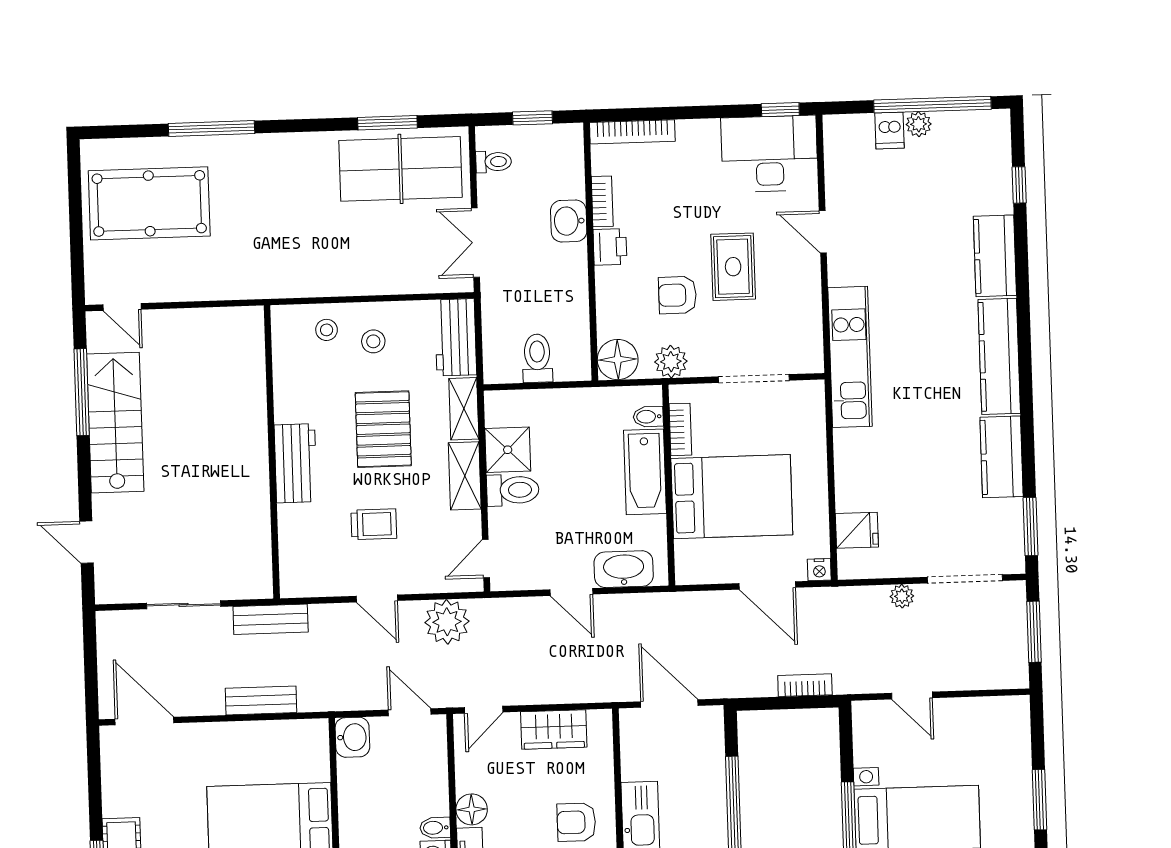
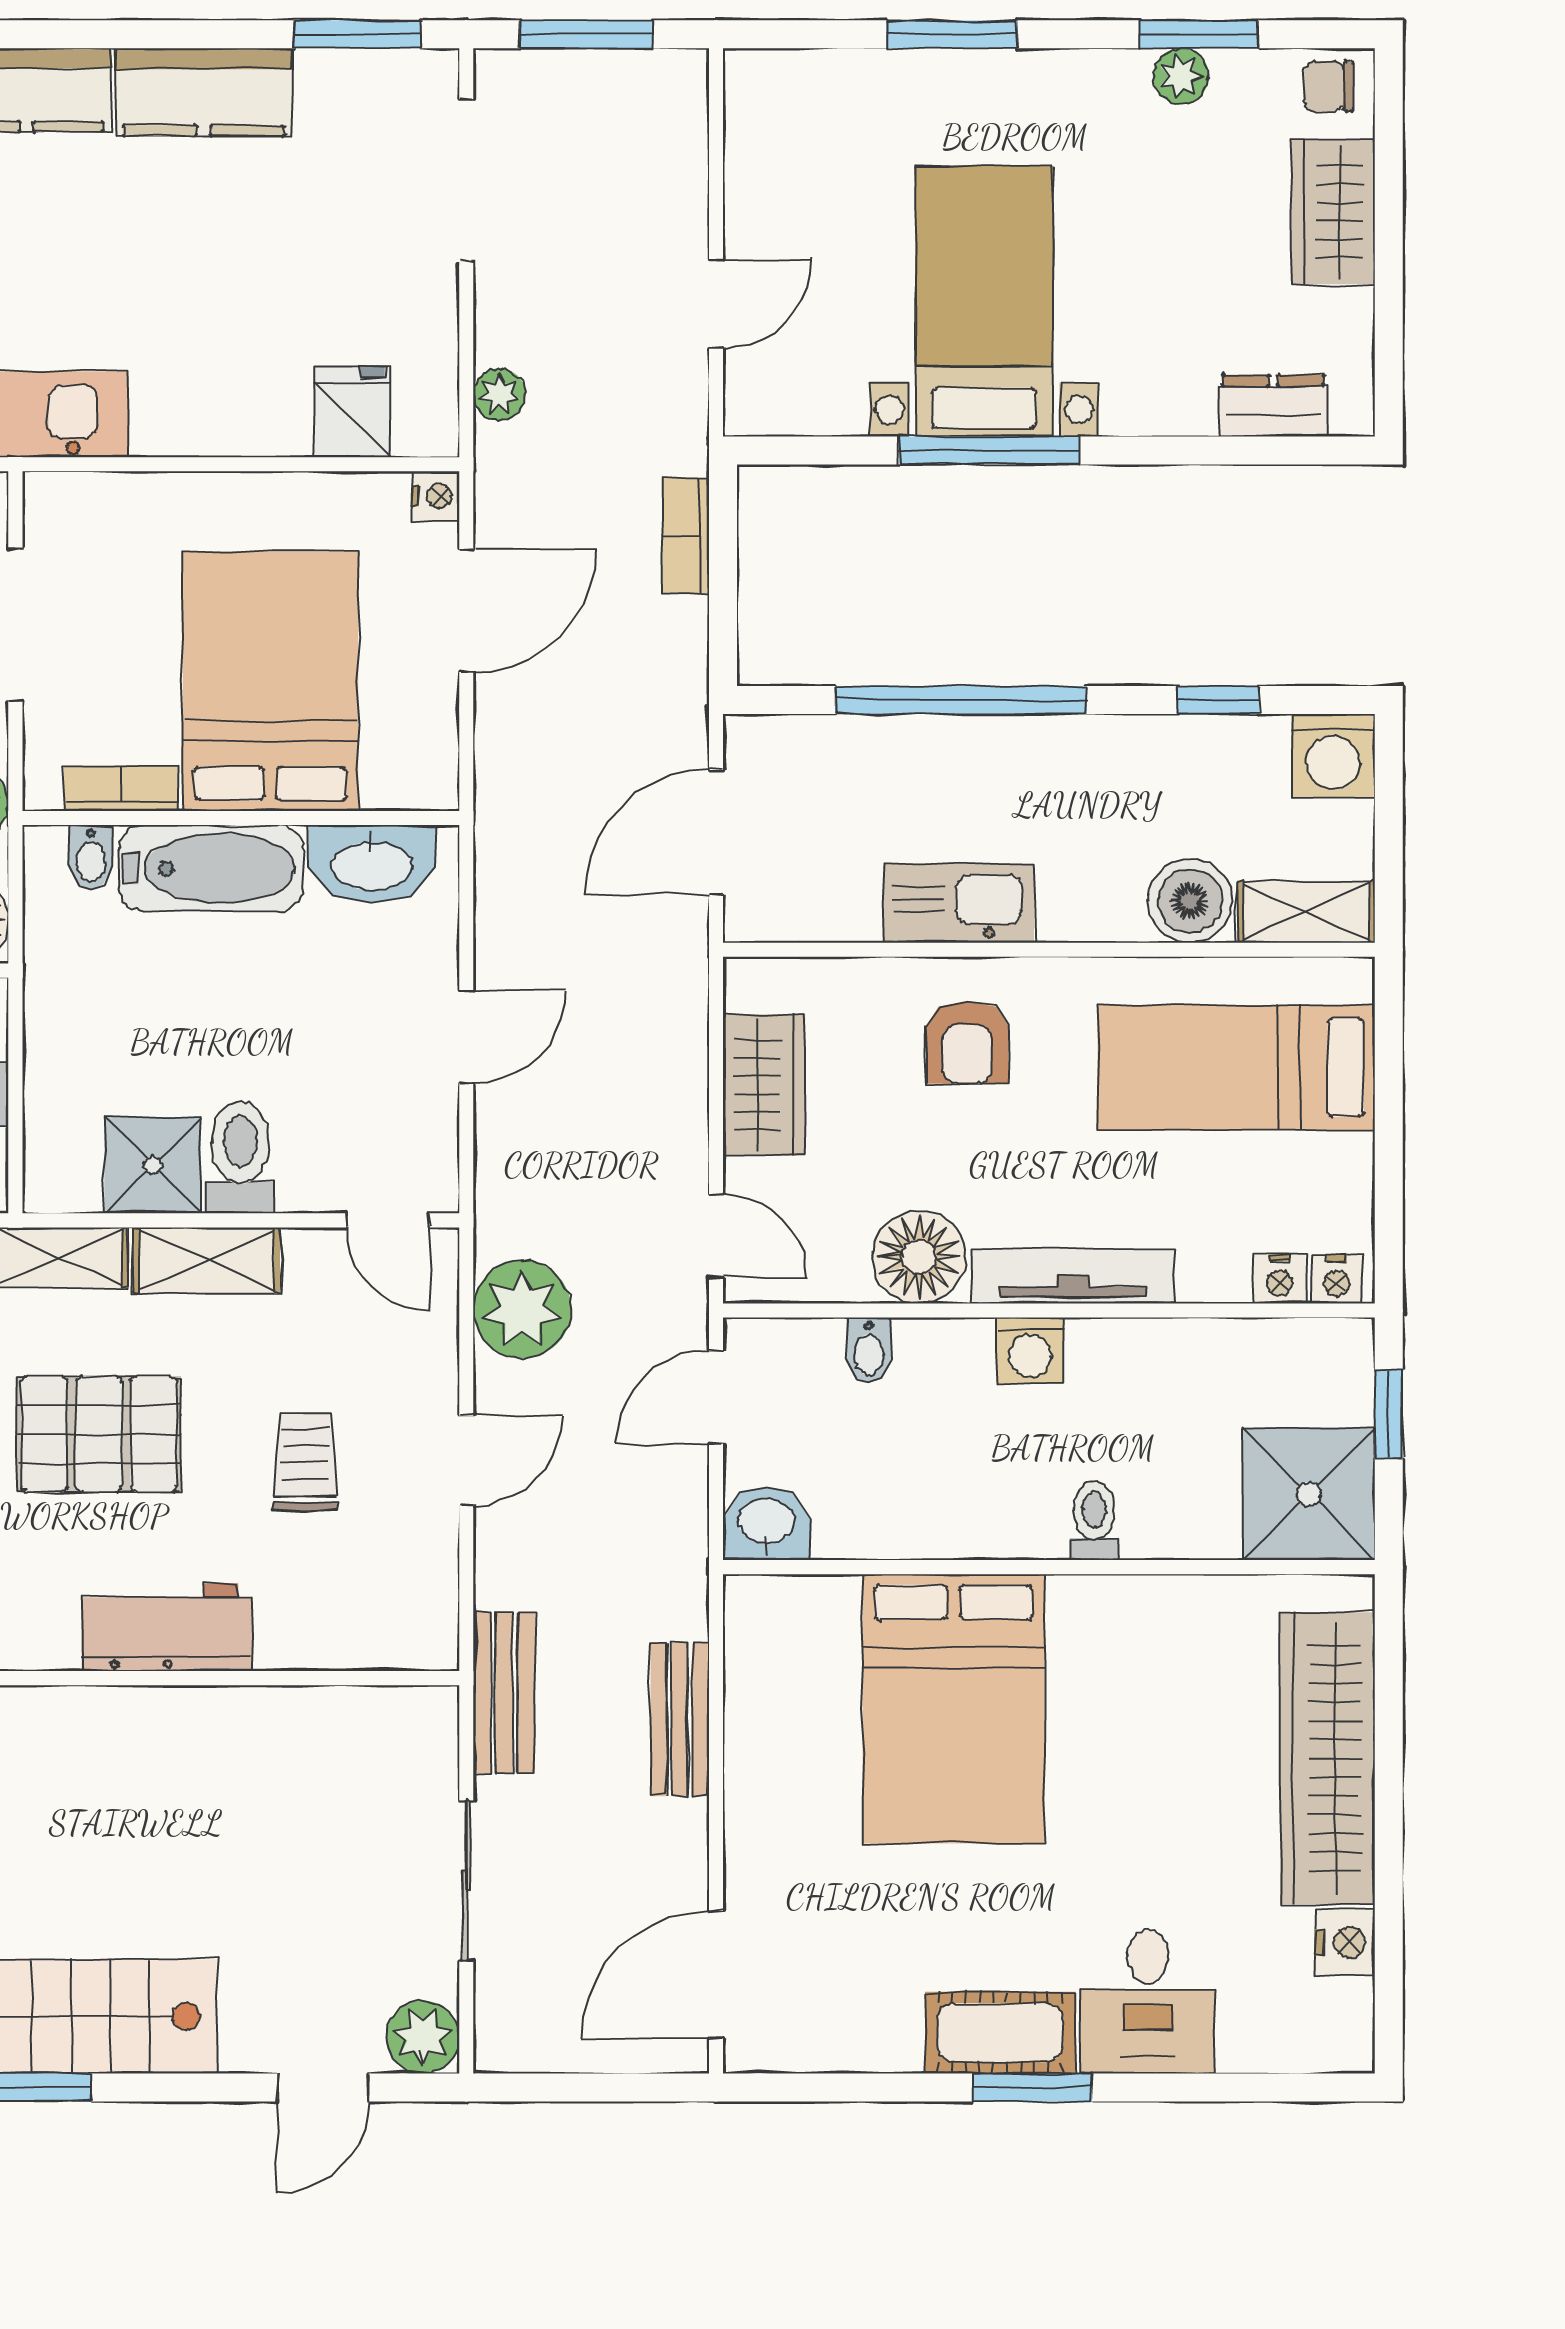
washbasin: (624, 569) -> (372, 864), moved, turned -90
plant: (111, 587) -> (423, 2037), added
plant: (902, 596) -> (499, 394), moved
floor lamp: (472, 809) -> (919, 1257), width x1.38, depth x1.38
bidet: (435, 828) -> (869, 1350), moved

